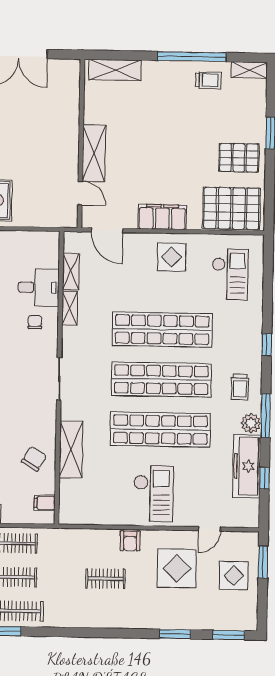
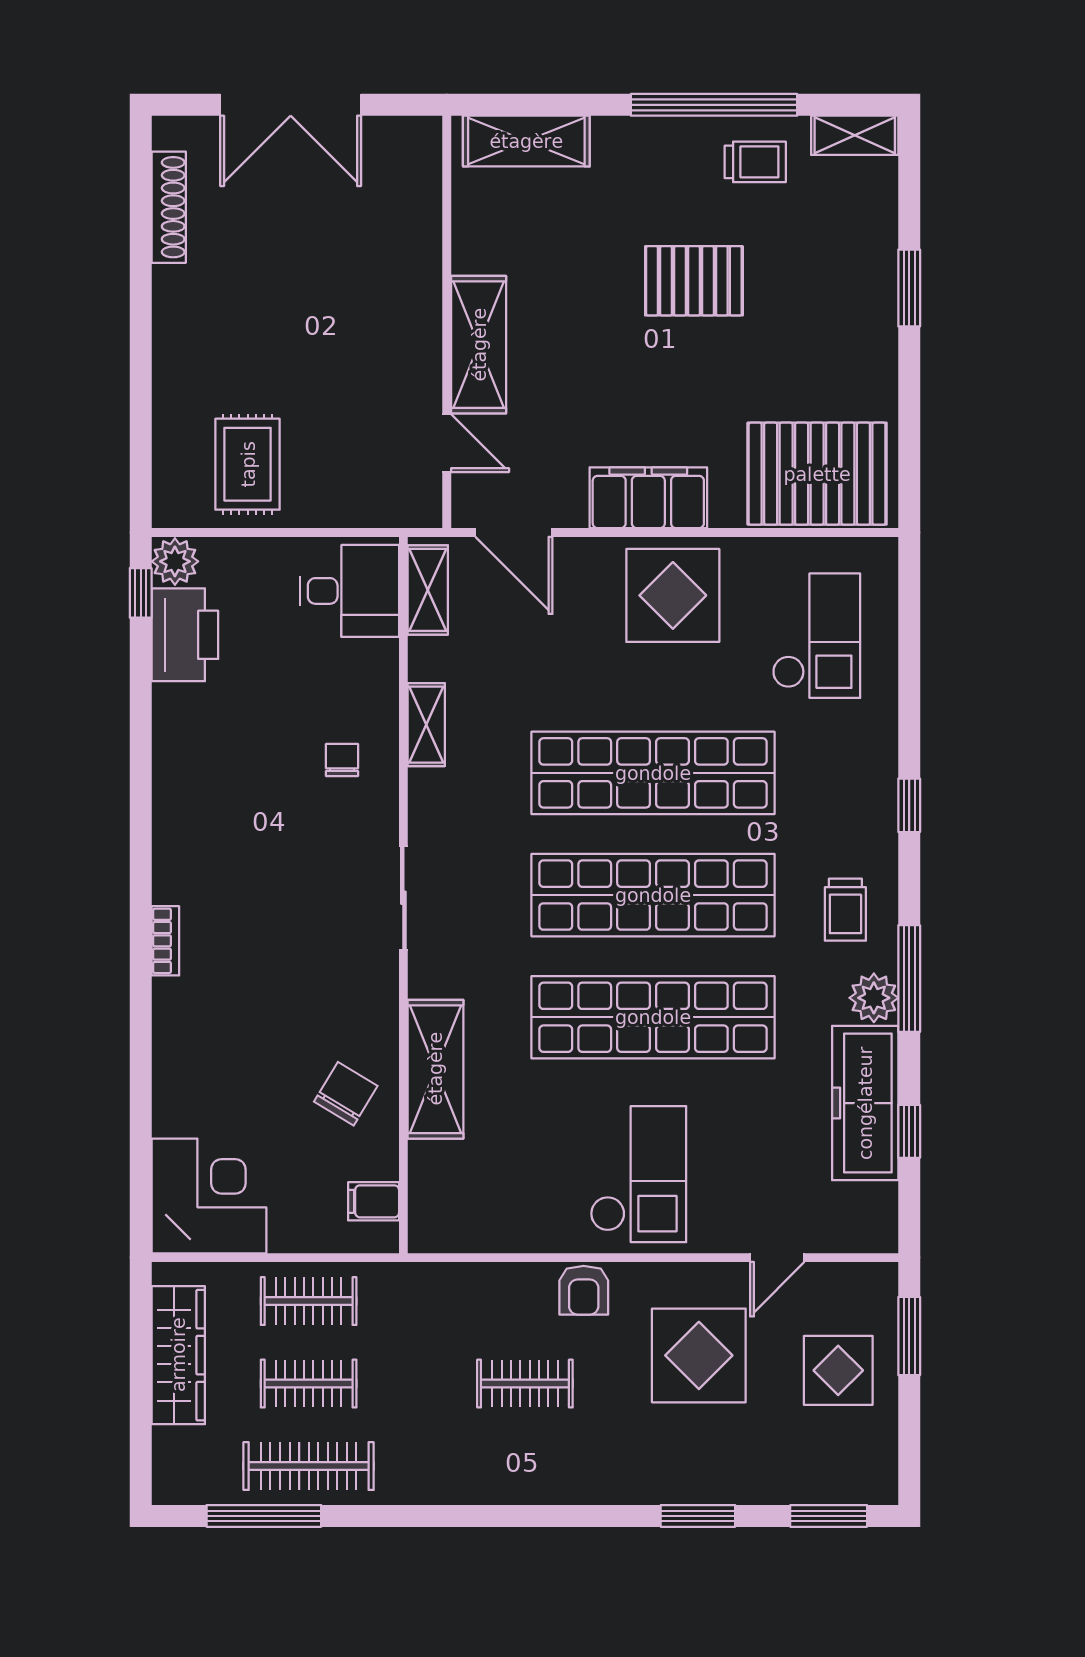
pallet: (239, 158) -> (694, 281), moved
display table: (172, 257) -> (673, 595), width x1.36, depth x1.36
shelving: (71, 272) -> (428, 590), moved
desk: (39, 287) -> (349, 591), moved

